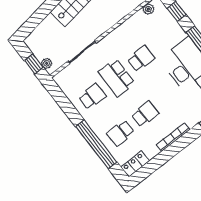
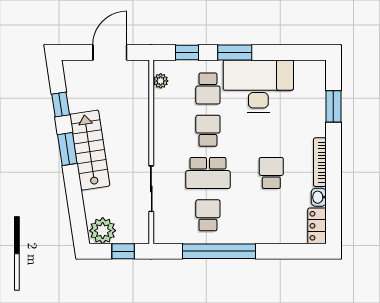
plant: (47, 63) -> (103, 231), moved, width x1.87, depth x1.87
school desk: (121, 133) -> (208, 88), moved
window: (96, 144) -> (219, 251), moved
washbasin: (152, 152) -> (319, 197), added

